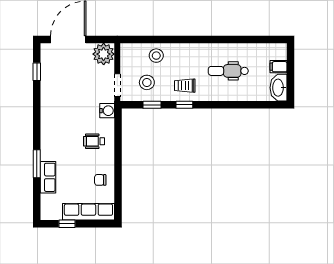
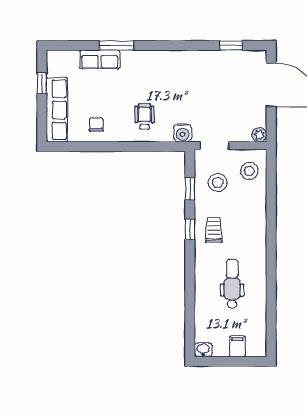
plant: (104, 54) -> (259, 135), width x0.53, depth x0.53
stool: (156, 56) -> (249, 171), moved
washbasin: (279, 88) -> (203, 350), width x0.52, depth x0.69

